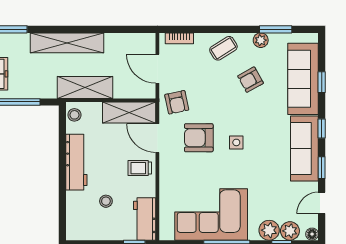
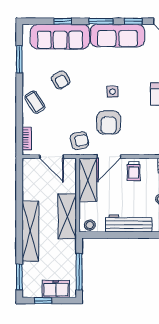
plant: (261, 40) -> (28, 72), removed
door: (157, 69) -> (52, 157), hinge flipped
window: (322, 128) -> (101, 21), width x1.50

